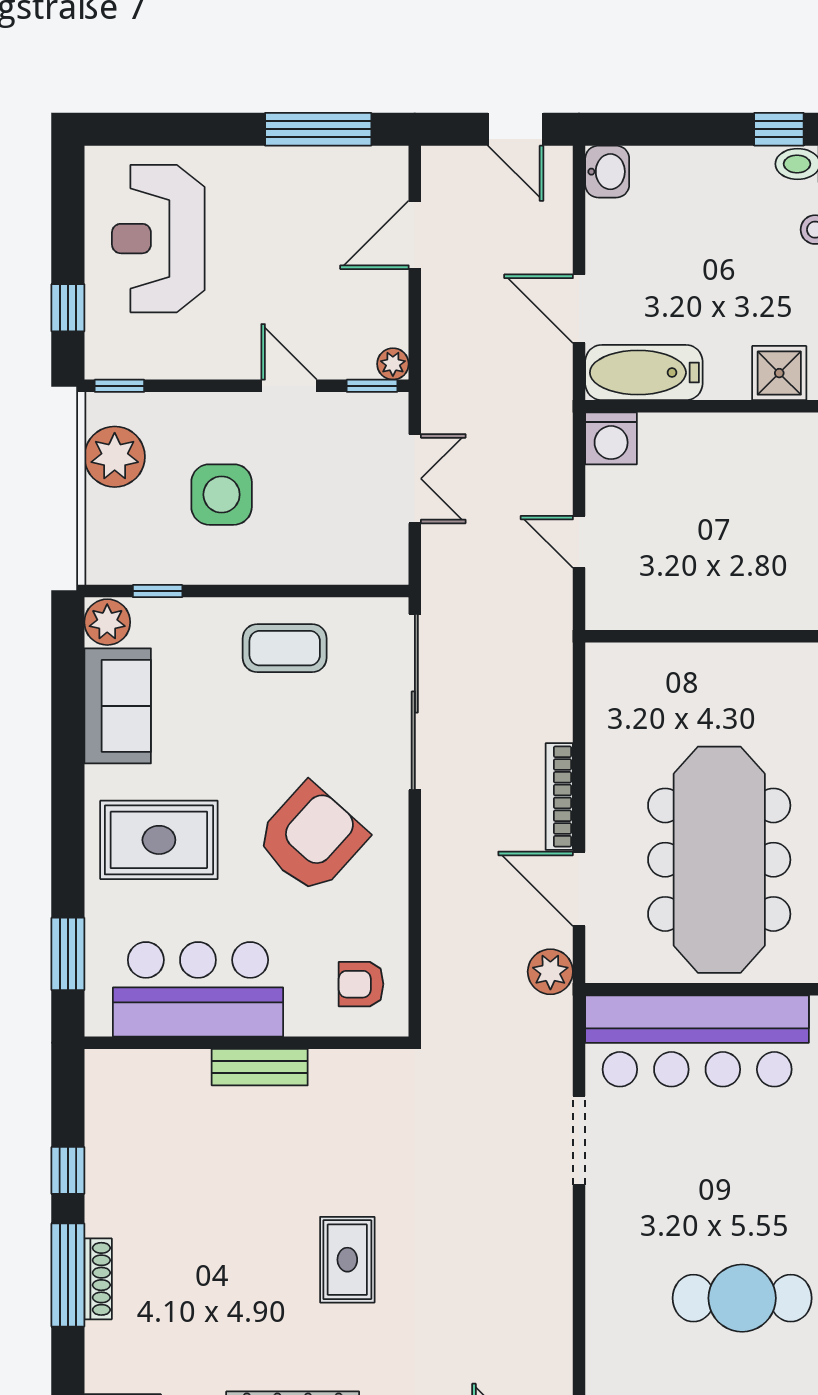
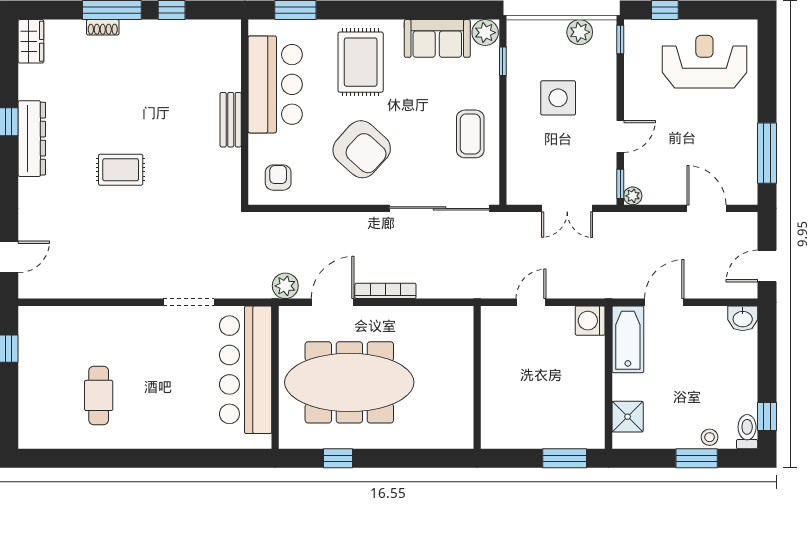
plant: (115, 457) -> (580, 32), width x0.73, depth x0.73
shoe rack: (98, 1279) -> (103, 27), width x0.70
cafe table: (742, 1298) -> (99, 395), width x0.73, depth x0.74

